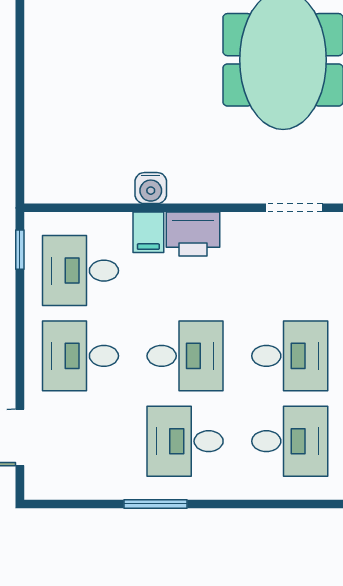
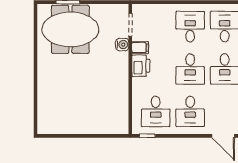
water cooler: (151, 188) -> (122, 45), moved
filing cabinet: (148, 232) -> (140, 48), moved
desk: (185, 356) -> (190, 69), turned 180

